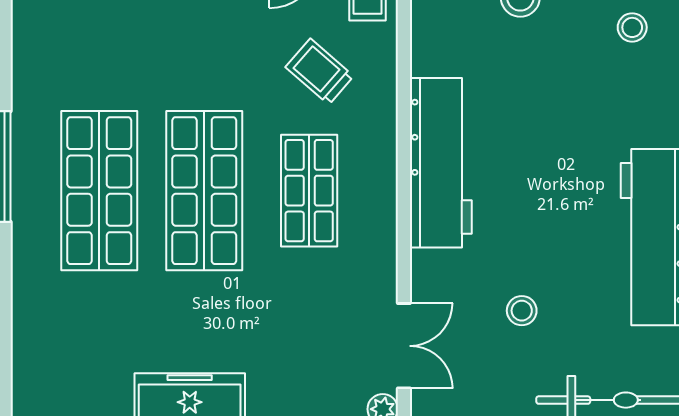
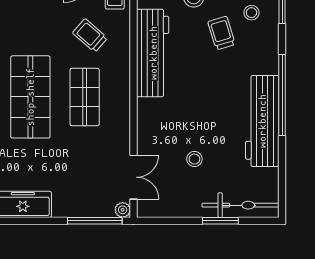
trolley: (574, 67) -> (221, 33), added
workbench: (441, 163) -> (153, 53), moved

